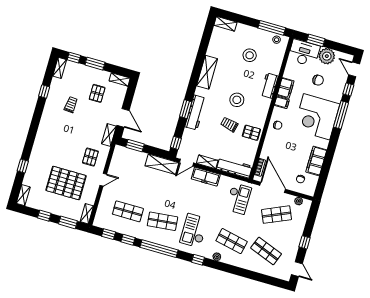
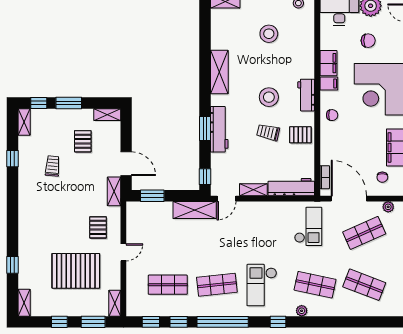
workbench: (269, 86) -> (306, 95), moved
freezer: (206, 177) -> (257, 210), removed

